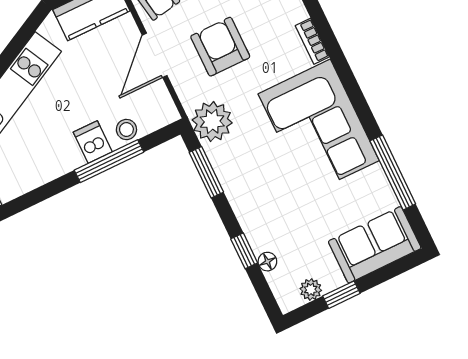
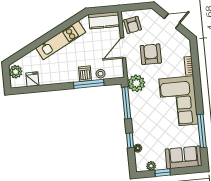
window: (206, 172) -> (126, 103), width x1.44

